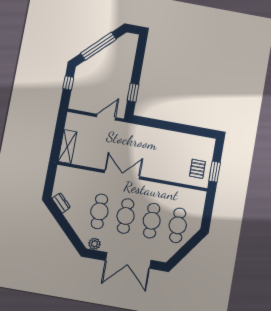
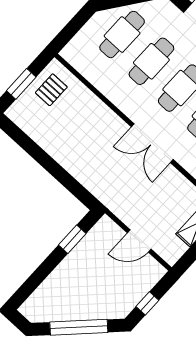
door: (106, 117) -> (139, 241), moved
window: (215, 172) -> (21, 84), moved

